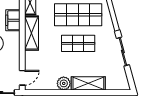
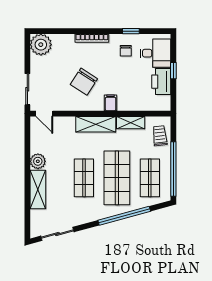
filing cabinet: (13, 20) -> (111, 103), width x0.50
sliding door: (123, 52) -> (57, 234), moved

